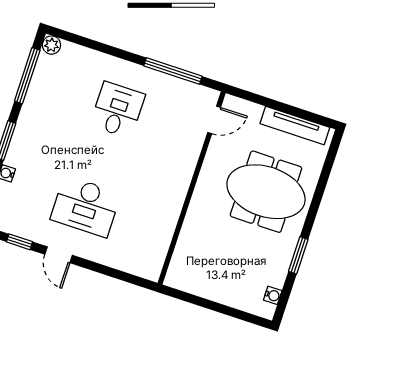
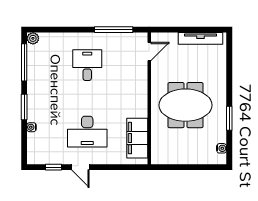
meeting table: (266, 192) -> (185, 105), moved
filing cabinet: (155, 240) -> (137, 138), added

